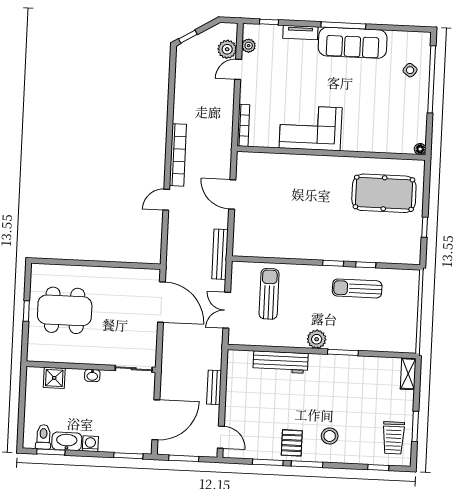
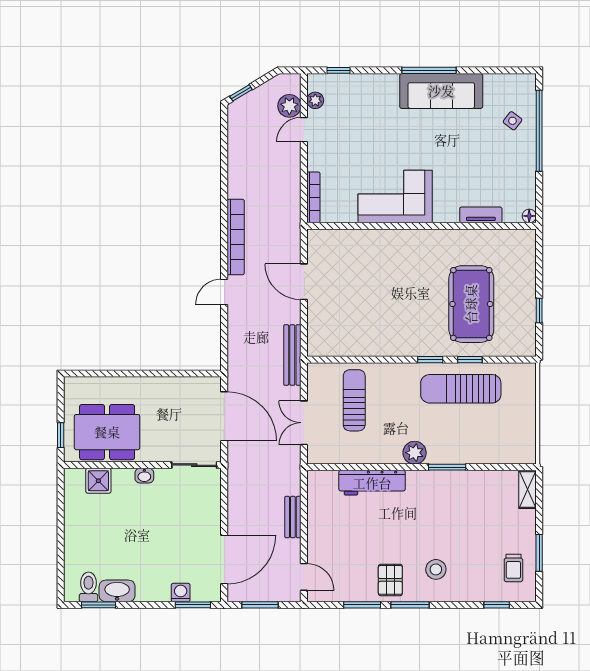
tv unit: (300, 33) -> (481, 215), moved, turned 180
pool table: (384, 193) -> (471, 304), moved, turned 90
sun lounger: (357, 288) -> (461, 389), width x1.36, depth x1.34
wall: (91, 367) -> (142, 465), moved
sliding door: (134, 369) -> (194, 465), moved
washbasin: (92, 375) -> (144, 476), moved
shower: (54, 378) -> (98, 481), moved
trolley: (393, 438) -> (513, 568), width x0.73, depth x0.72
washing machine: (90, 444) -> (181, 593), moved

